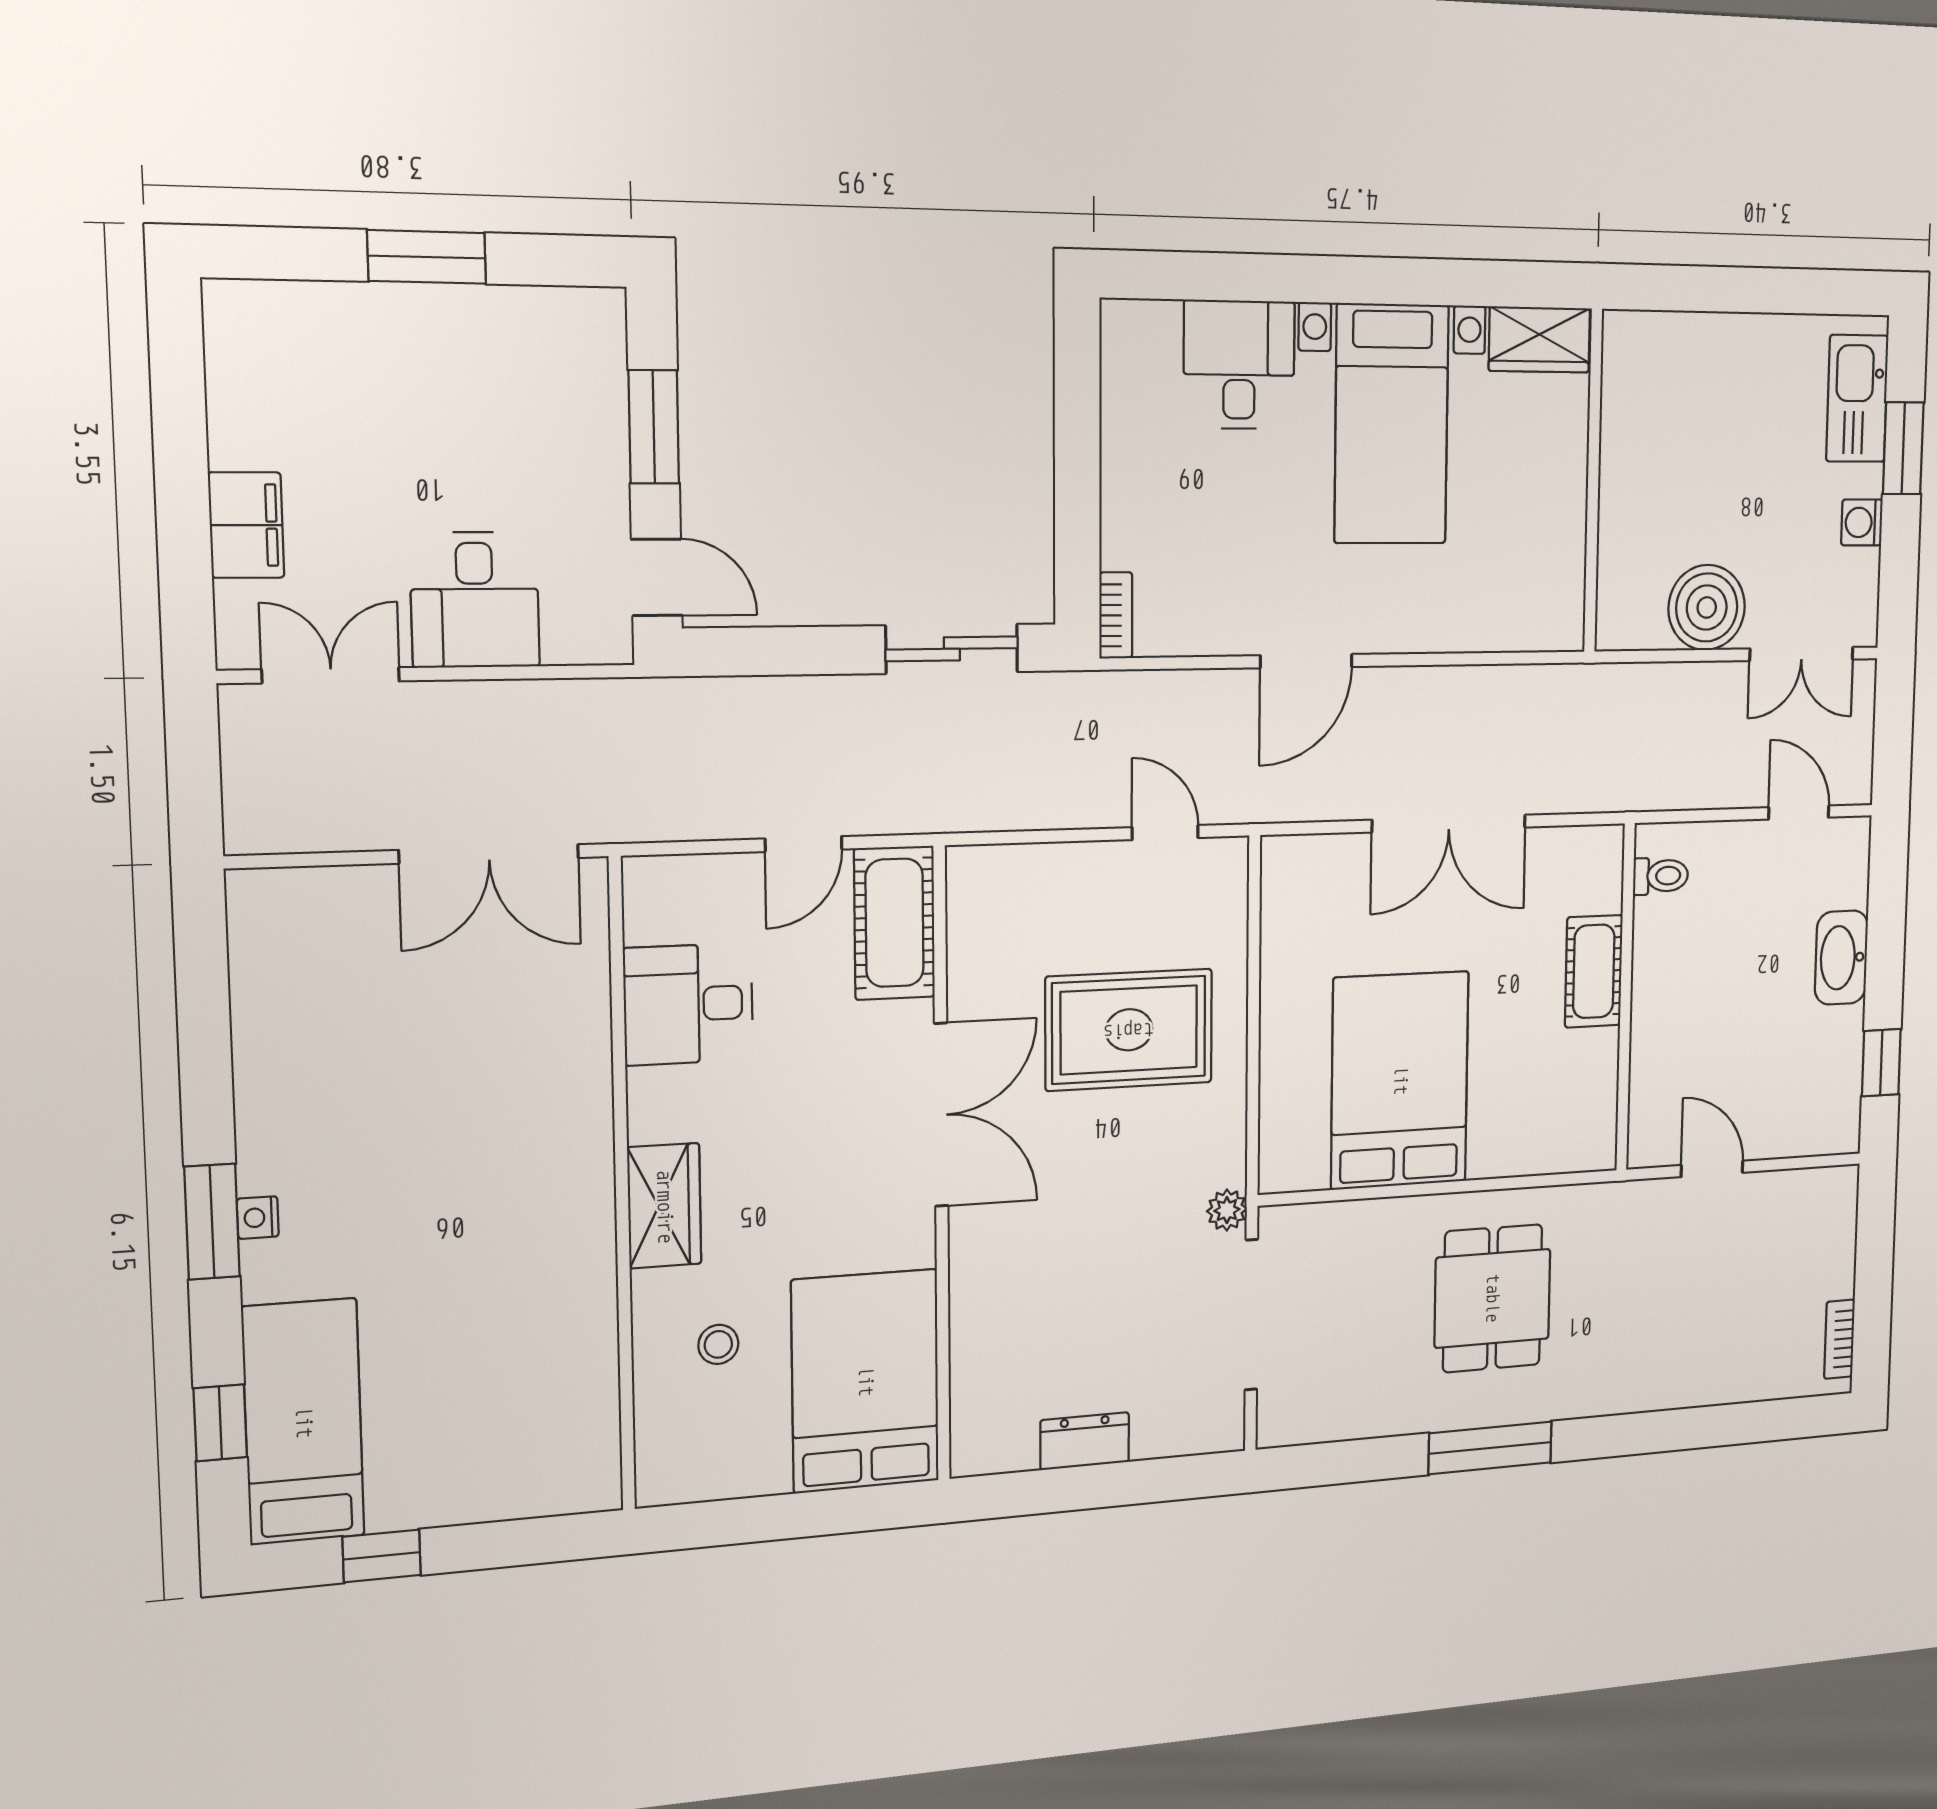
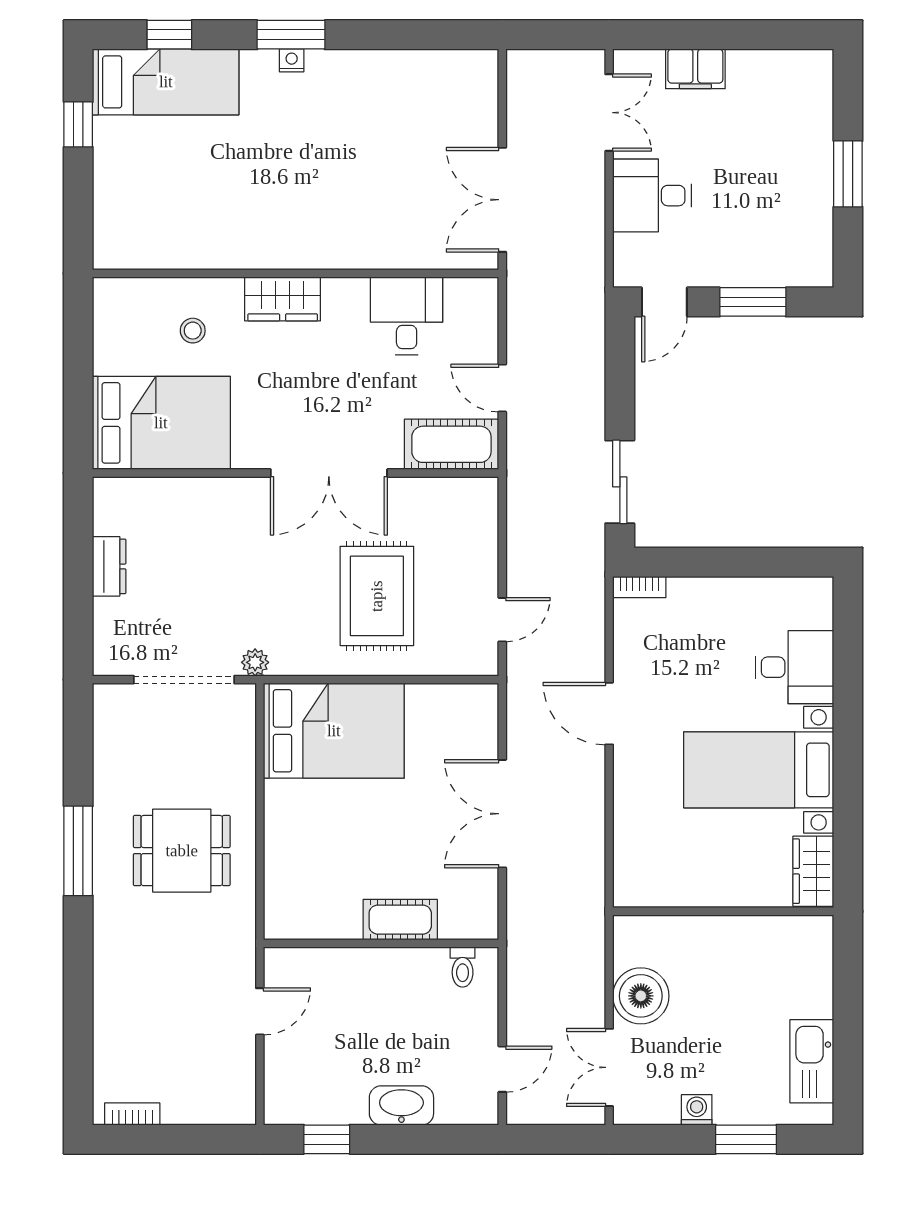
kitchen sink: (1857, 399) -> (812, 1061), moved, turned -90
bed: (1400, 1080) -> (334, 731), moved

